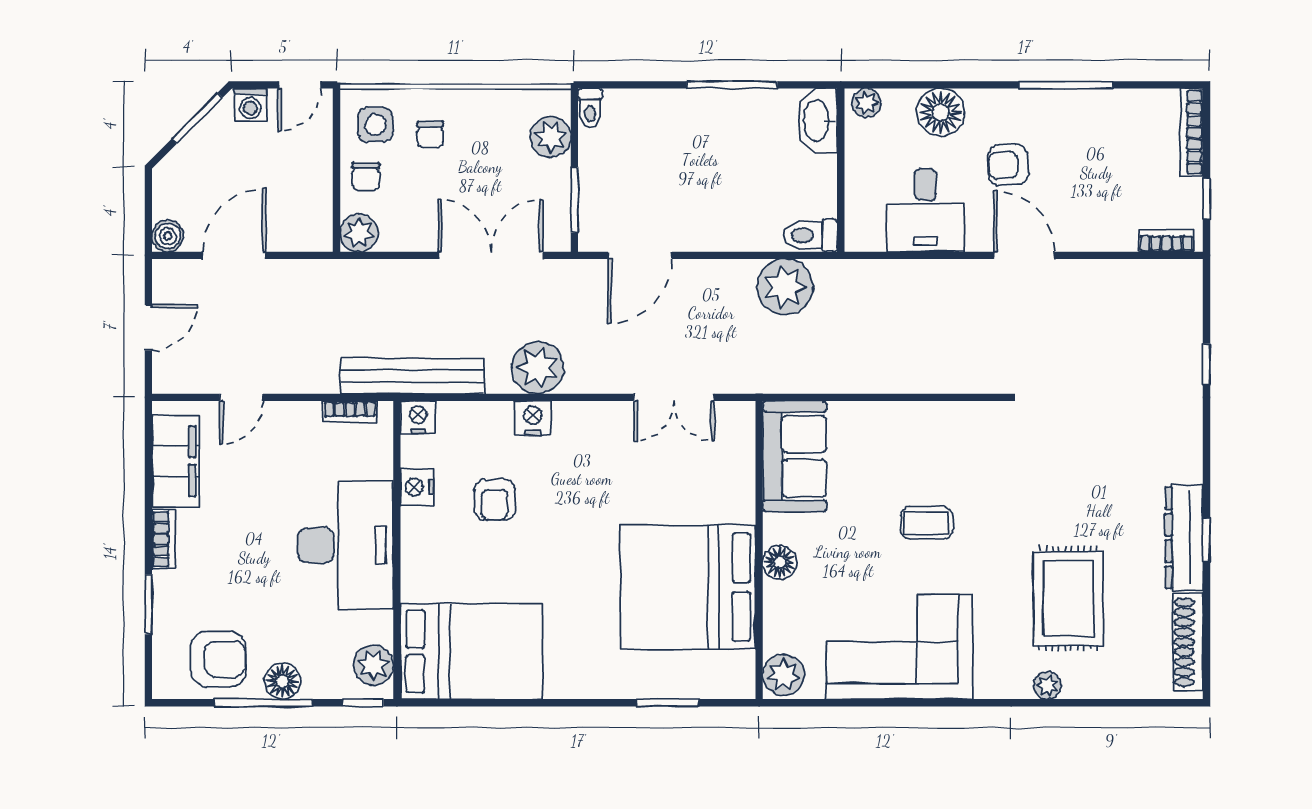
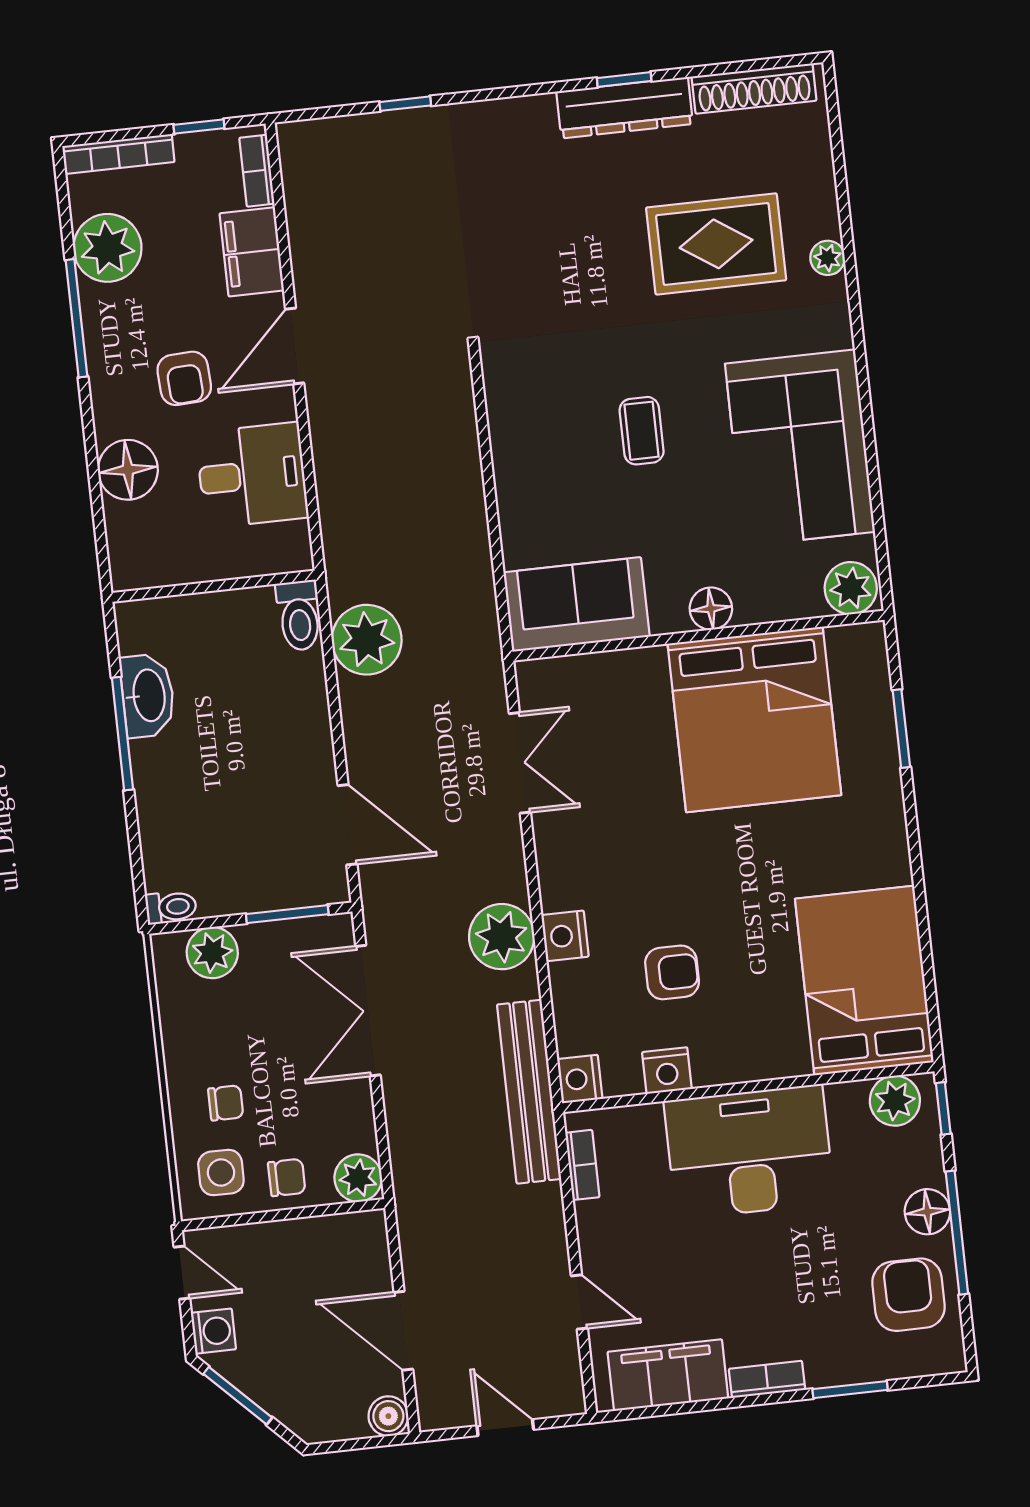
plant: (867, 103) -> (107, 248), moved, width x1.88, depth x1.88
washbasin: (817, 121) -> (148, 695), moved, turned -90
filing cabinet: (1102, 230) -> (252, 252), added

